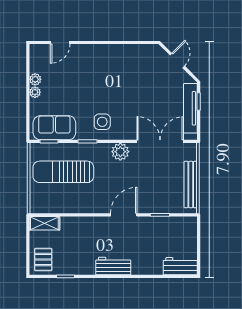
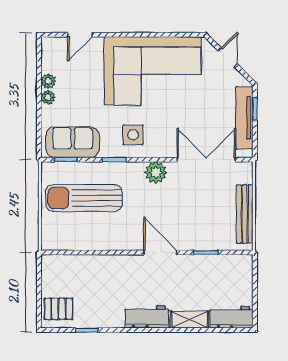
corner sofa: (118, 71) -> (153, 71), added
door: (124, 215) -> (160, 252), hinge flipped
shelving: (44, 223) -> (189, 320), moved
pallet: (43, 260) -> (58, 309), turned 90

